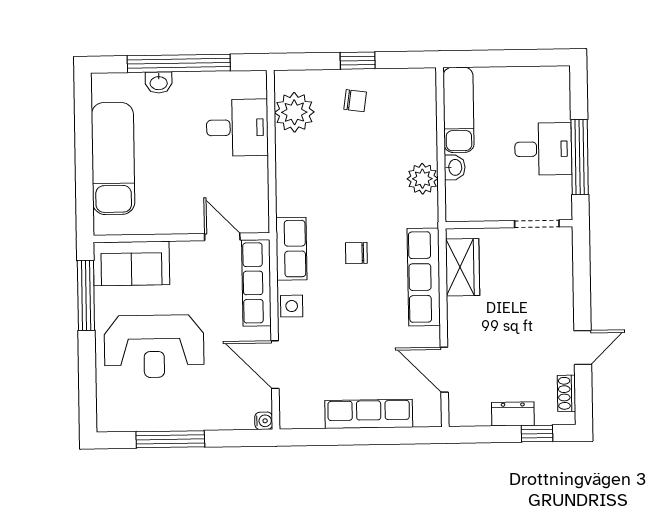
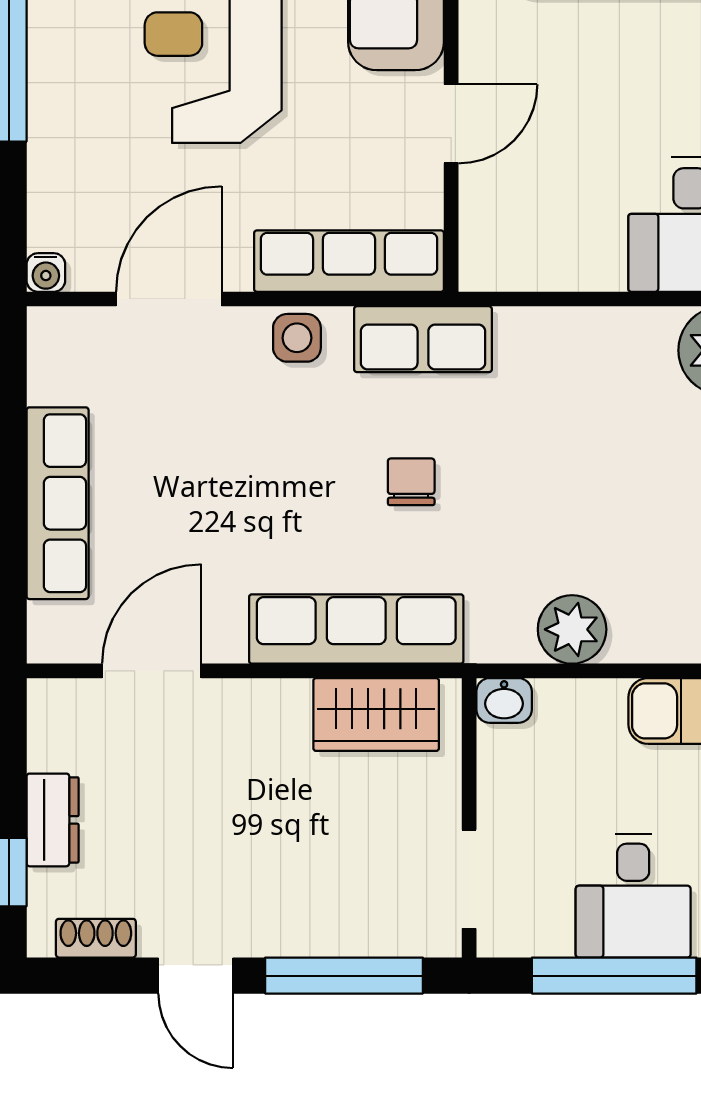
washbasin: (455, 167) -> (504, 700), moved
door: (222, 237) -> (451, 124), moved
window: (582, 280) -> (344, 976), added

